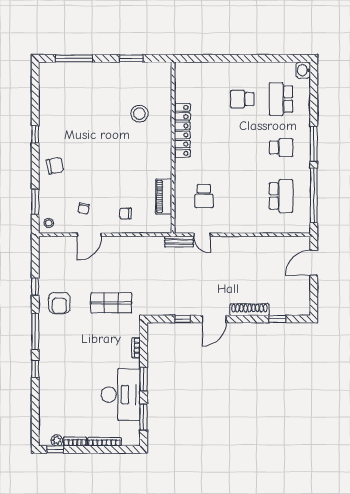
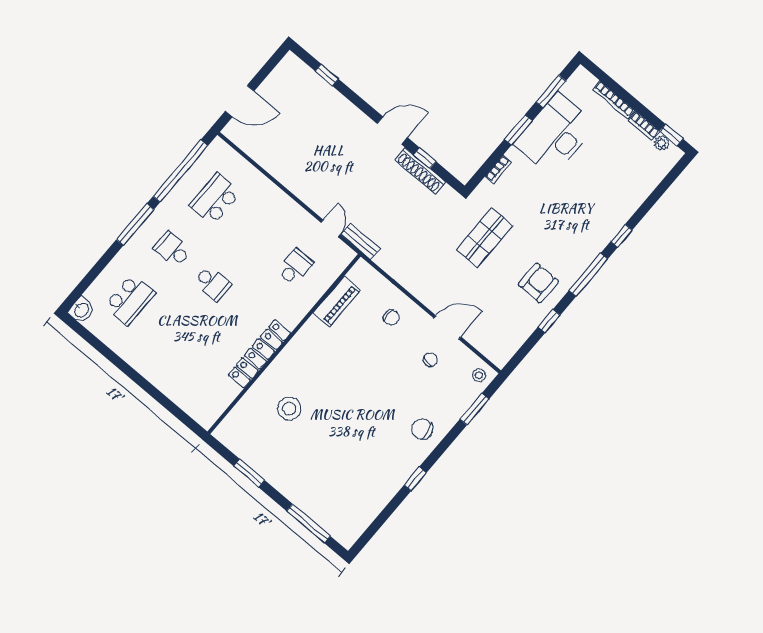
school desk: (242, 99) -> (212, 283), moved
shop shelf: (111, 303) -> (485, 238), turned 90
shoe rack: (249, 310) -> (420, 171), moved

